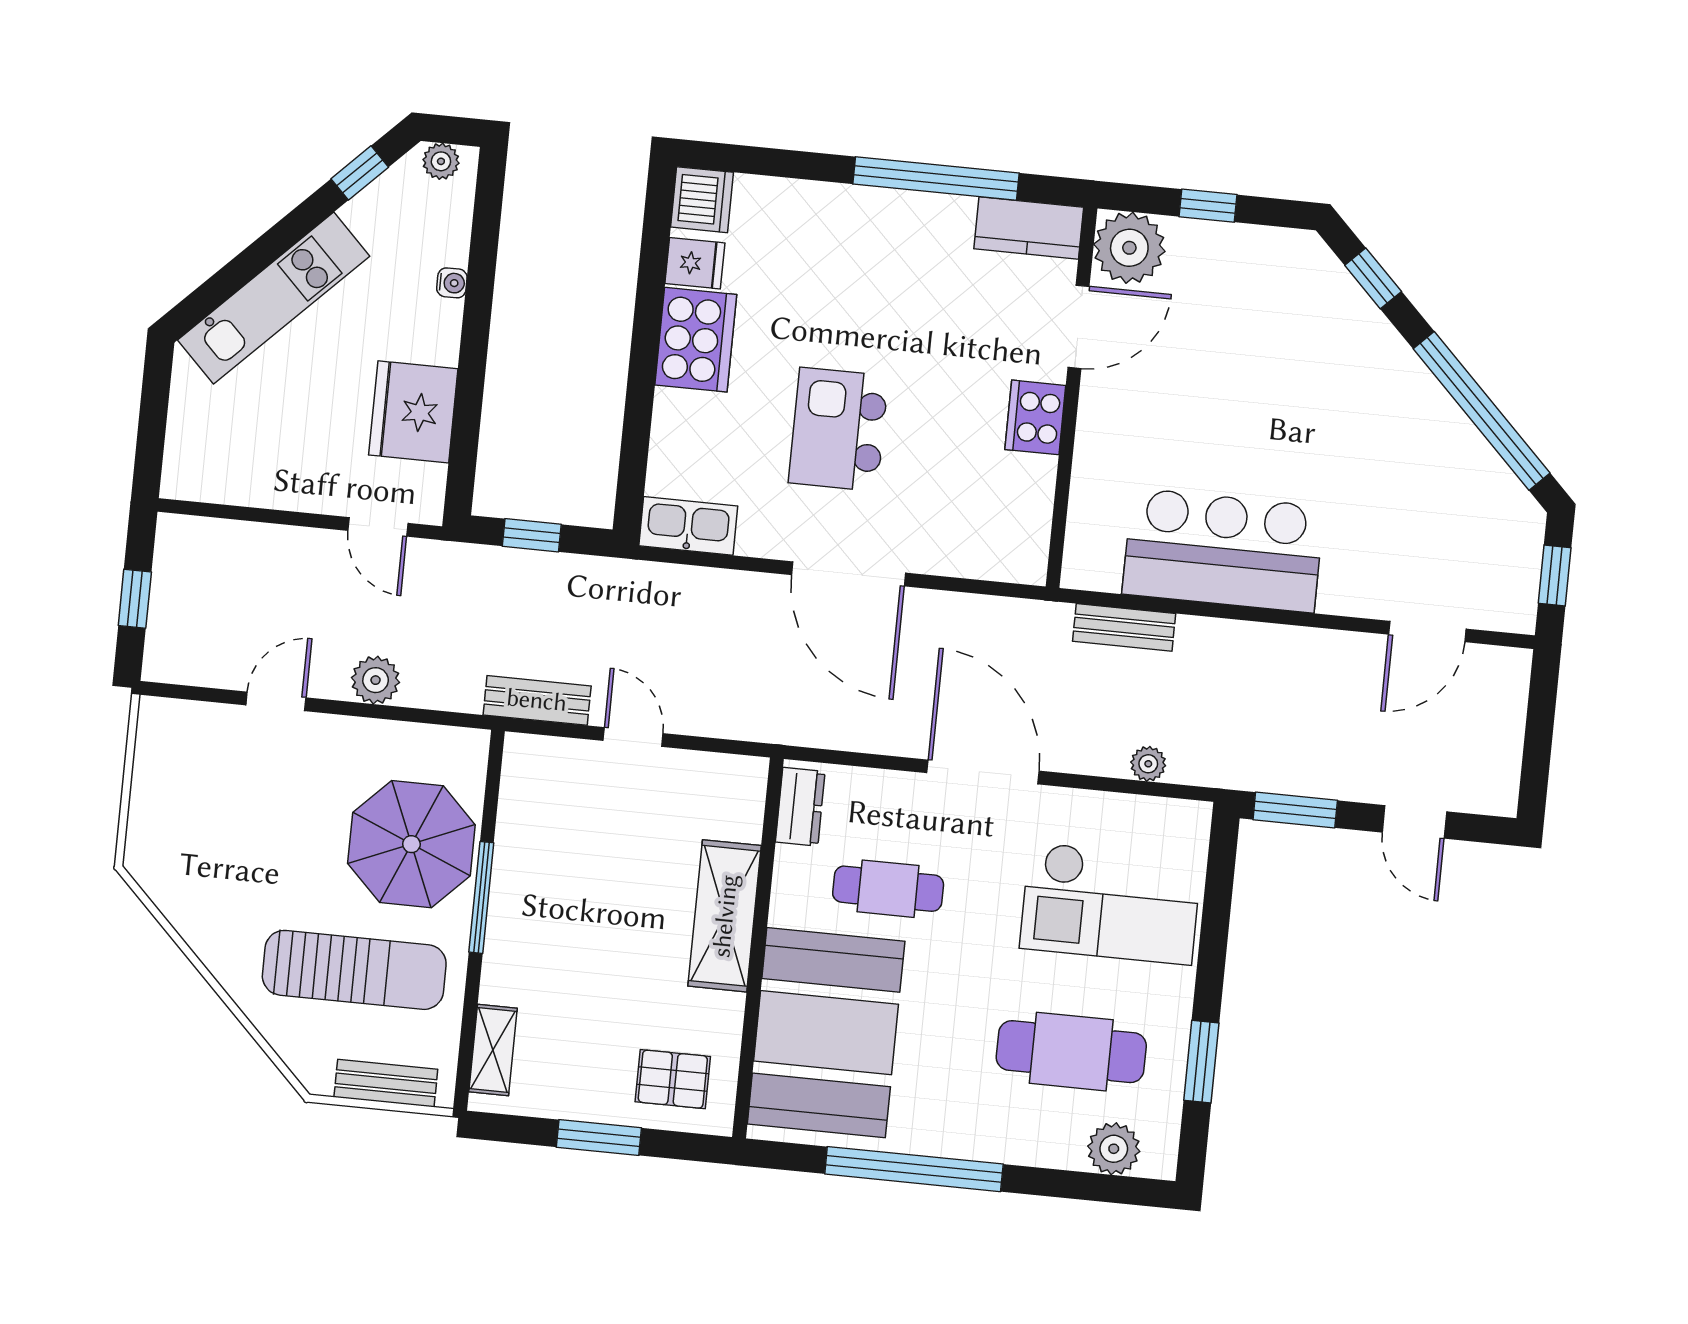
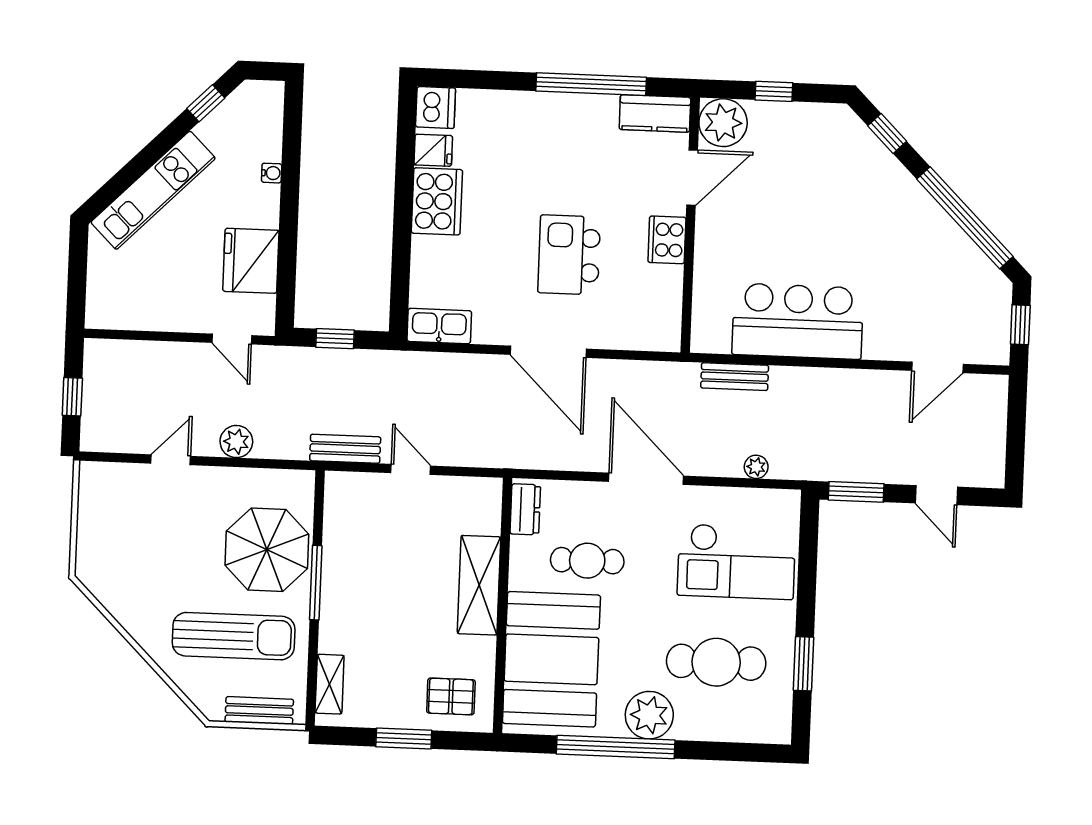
plant: (441, 161) -> (259, 92), removed
kitchen island: (838, 429) -> (569, 255), moved
plant: (1114, 1149) -> (649, 715), moved, width x1.36, depth x1.36

